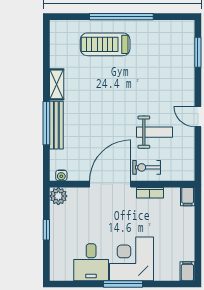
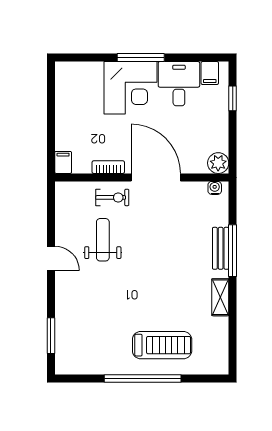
bench: (56, 125) -> (221, 248), width x0.73
weight bench: (155, 132) -> (103, 240), turned 90
door: (110, 184) -> (156, 177), swing flipped
window: (46, 230) -> (233, 98), moved
filing cabinet: (187, 271) -> (210, 73), moved

